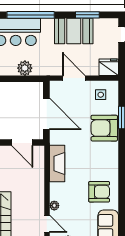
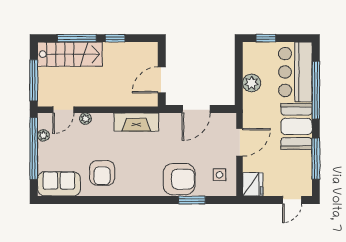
window: (87, 15) -> (316, 159), width x1.44
booth: (74, 31) -> (297, 126), moved
door: (46, 114) -> (196, 109), width x0.73
armchair: (104, 128) -> (179, 179), turned 90

